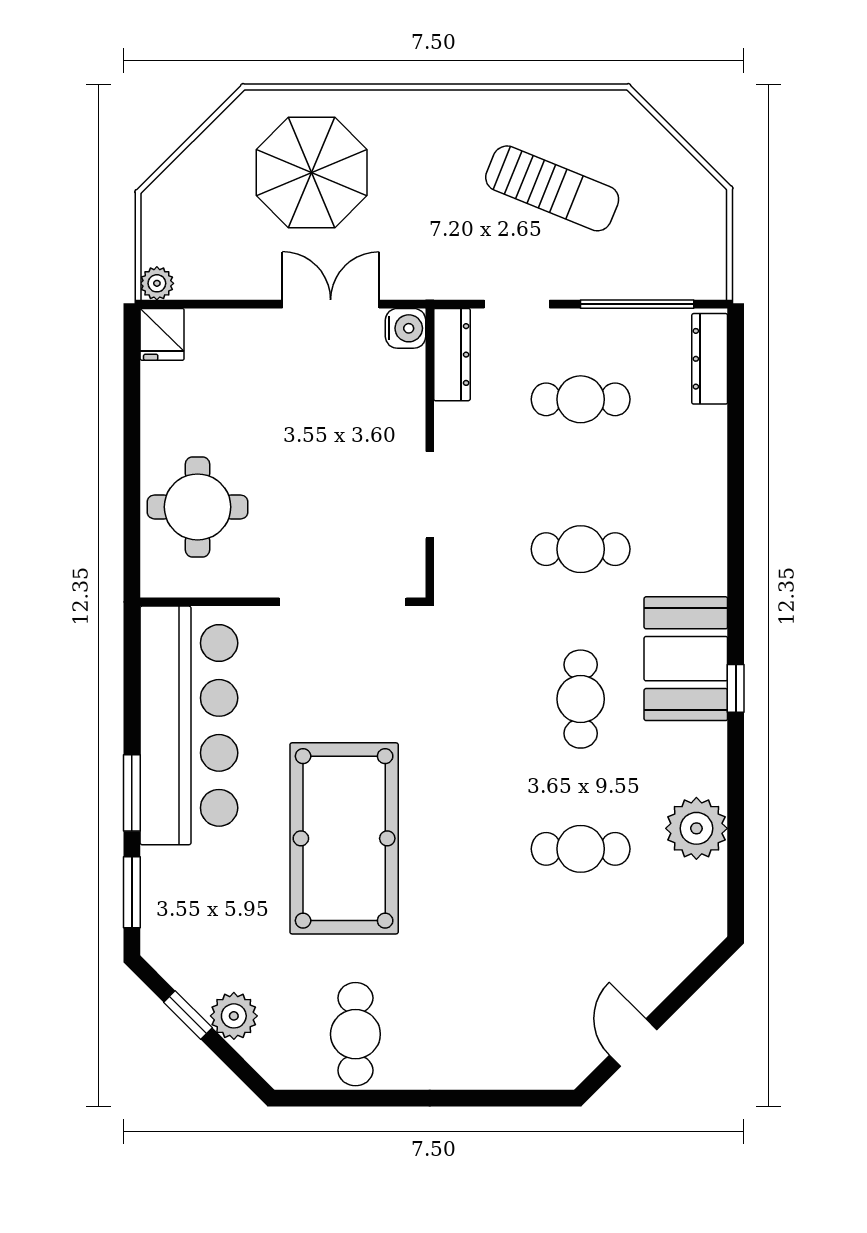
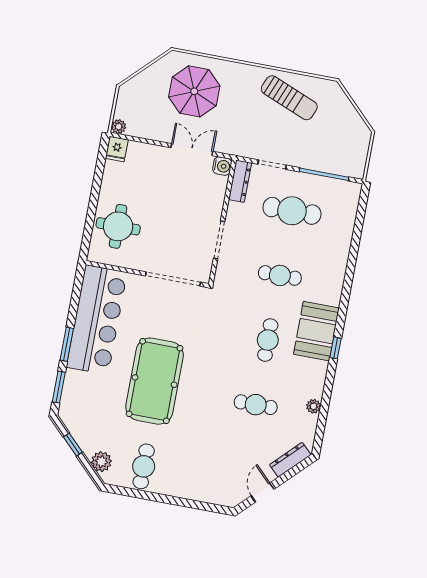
sun lounger: (552, 188) -> (289, 98), moved
dresser: (710, 359) -> (290, 460), moved, turned 45
cafe table: (581, 399) -> (292, 211), width x1.37, depth x1.35
plant: (696, 828) -> (314, 406), width x0.53, depth x0.53
plant: (234, 1016) -> (101, 462), moved

